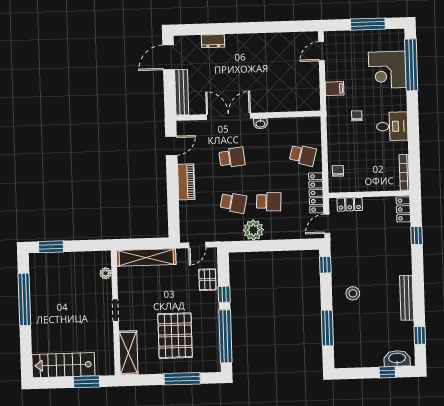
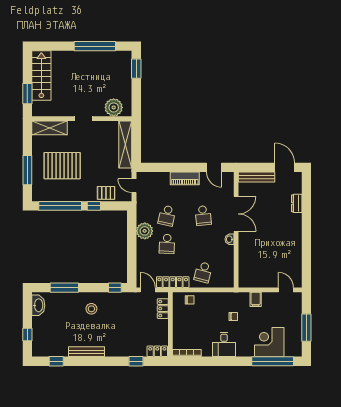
plant: (106, 273) -> (114, 107), width x1.88, depth x1.88
washbasin: (397, 358) -> (38, 305), moved

